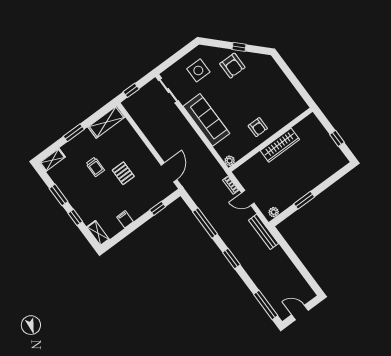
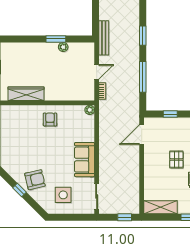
armchair: (232, 66) -> (35, 180), turned 77
sofa: (206, 120) -> (85, 160), width x0.73
wardrobe: (280, 145) -> (26, 94), moved
door: (248, 198) -> (97, 72), hinge flipped
plant: (274, 212) -> (63, 47), moved

